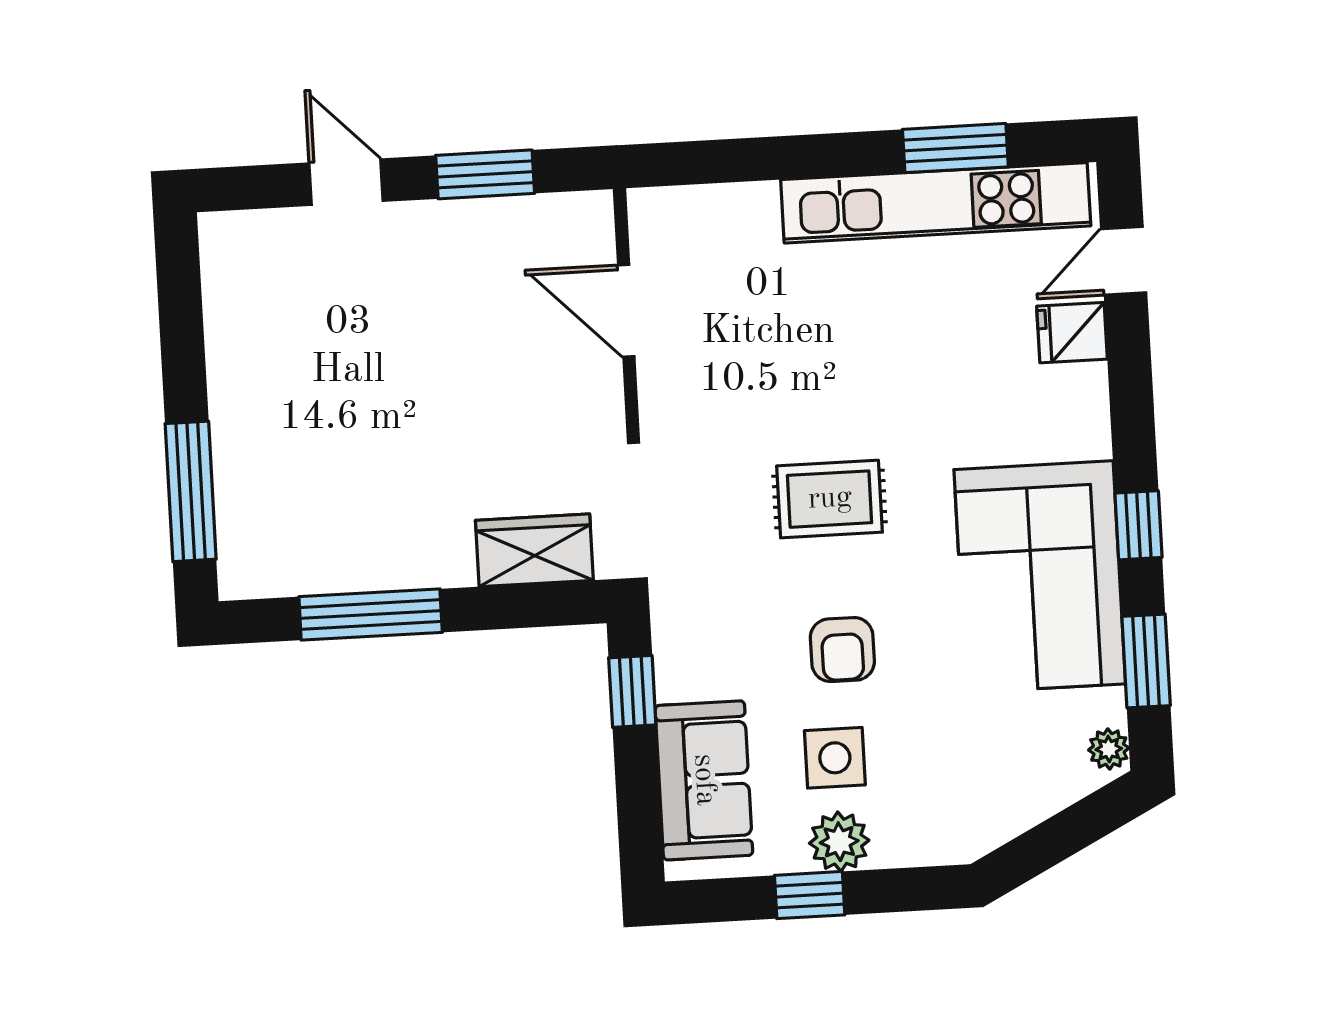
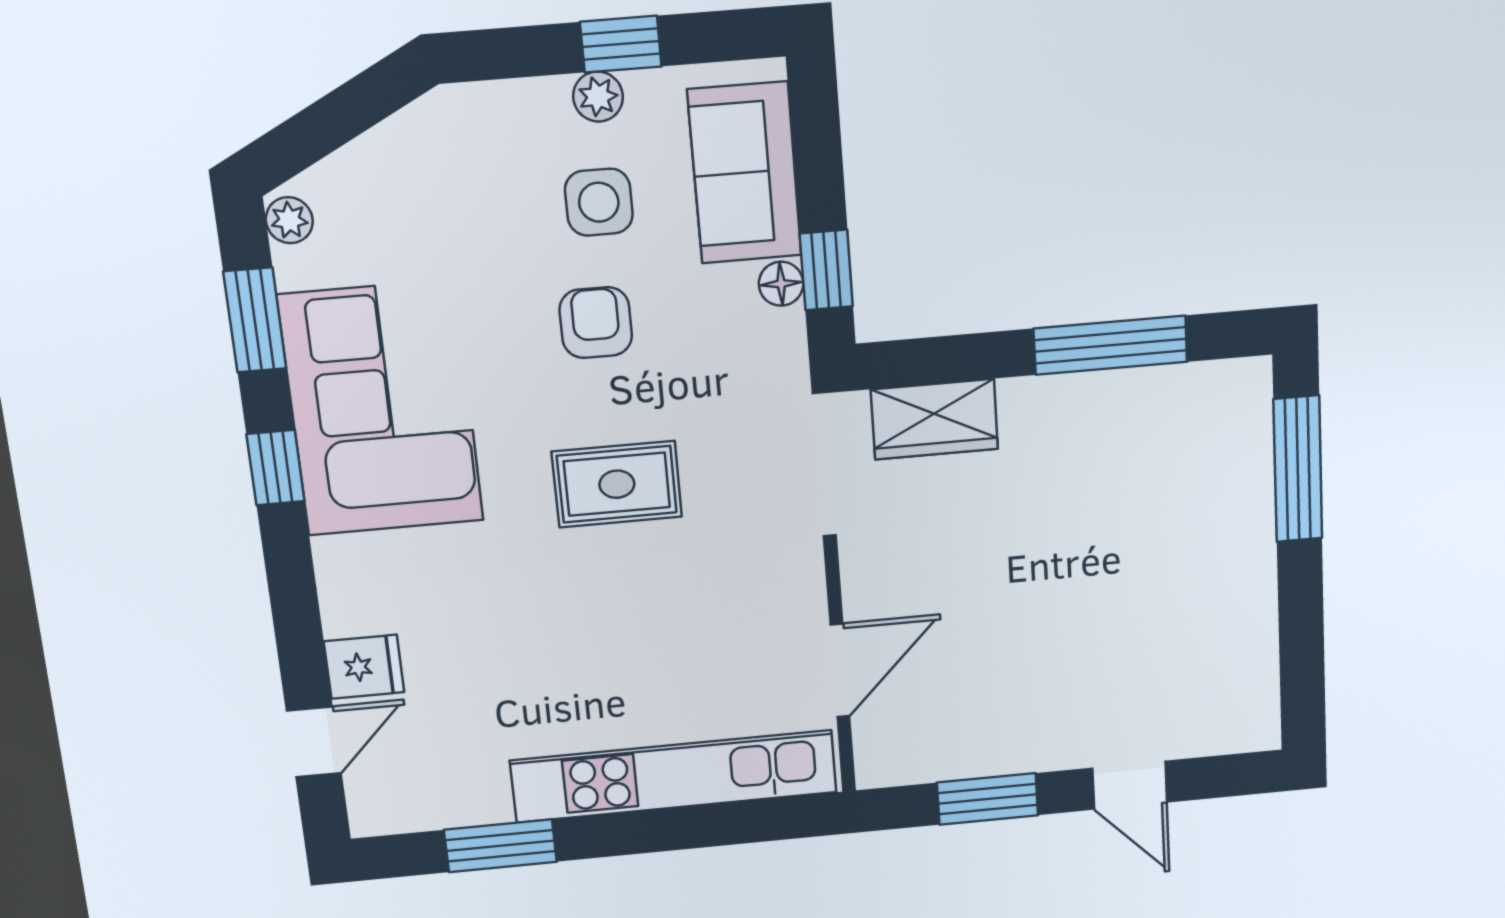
kitchen unit: (936, 203) -> (674, 776), moved
door: (626, 311) -> (840, 670), hinge flipped
floor lamp: (674, 680) -> (781, 284), added
plant: (839, 842) -> (598, 97), width x0.73, depth x0.73

